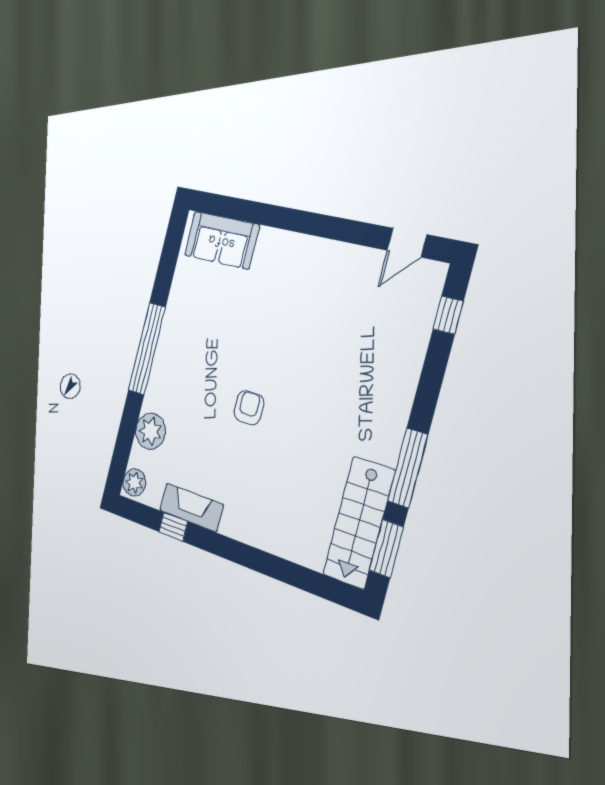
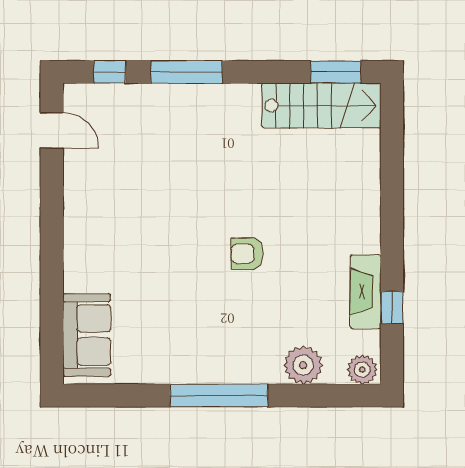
window: (408, 468) -> (186, 72), moved

